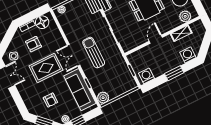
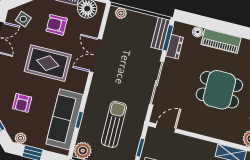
door: (156, 39) -> (166, 128), moved
sun lounger: (94, 53) -> (114, 124), moved
double door: (74, 55) -> (96, 55), moved

